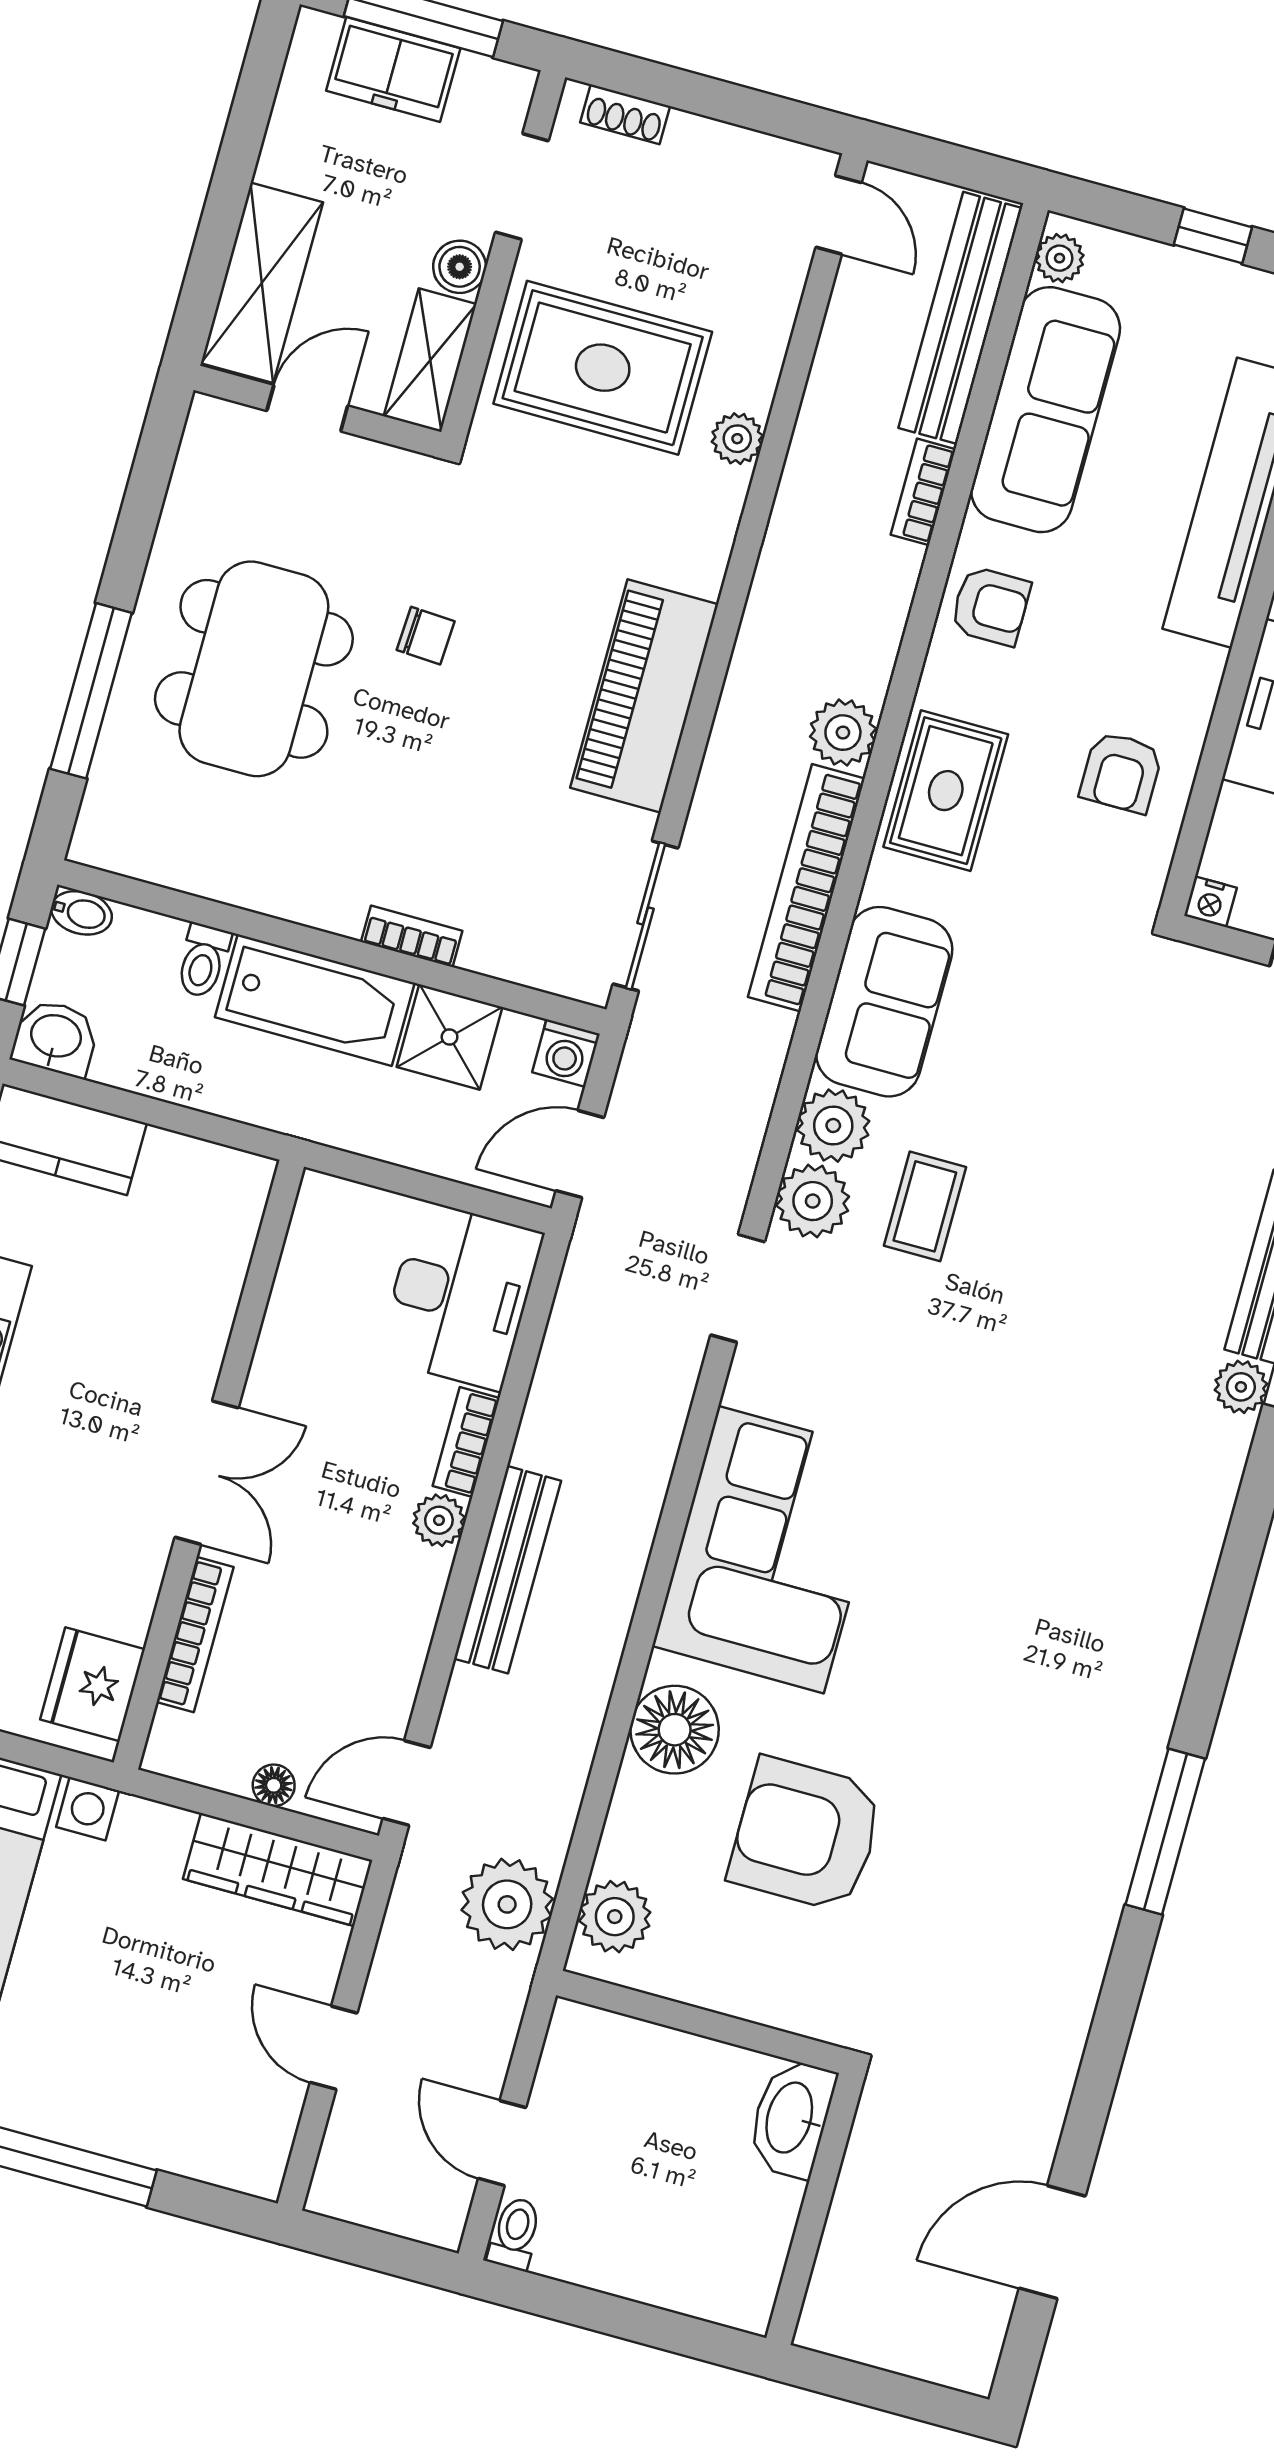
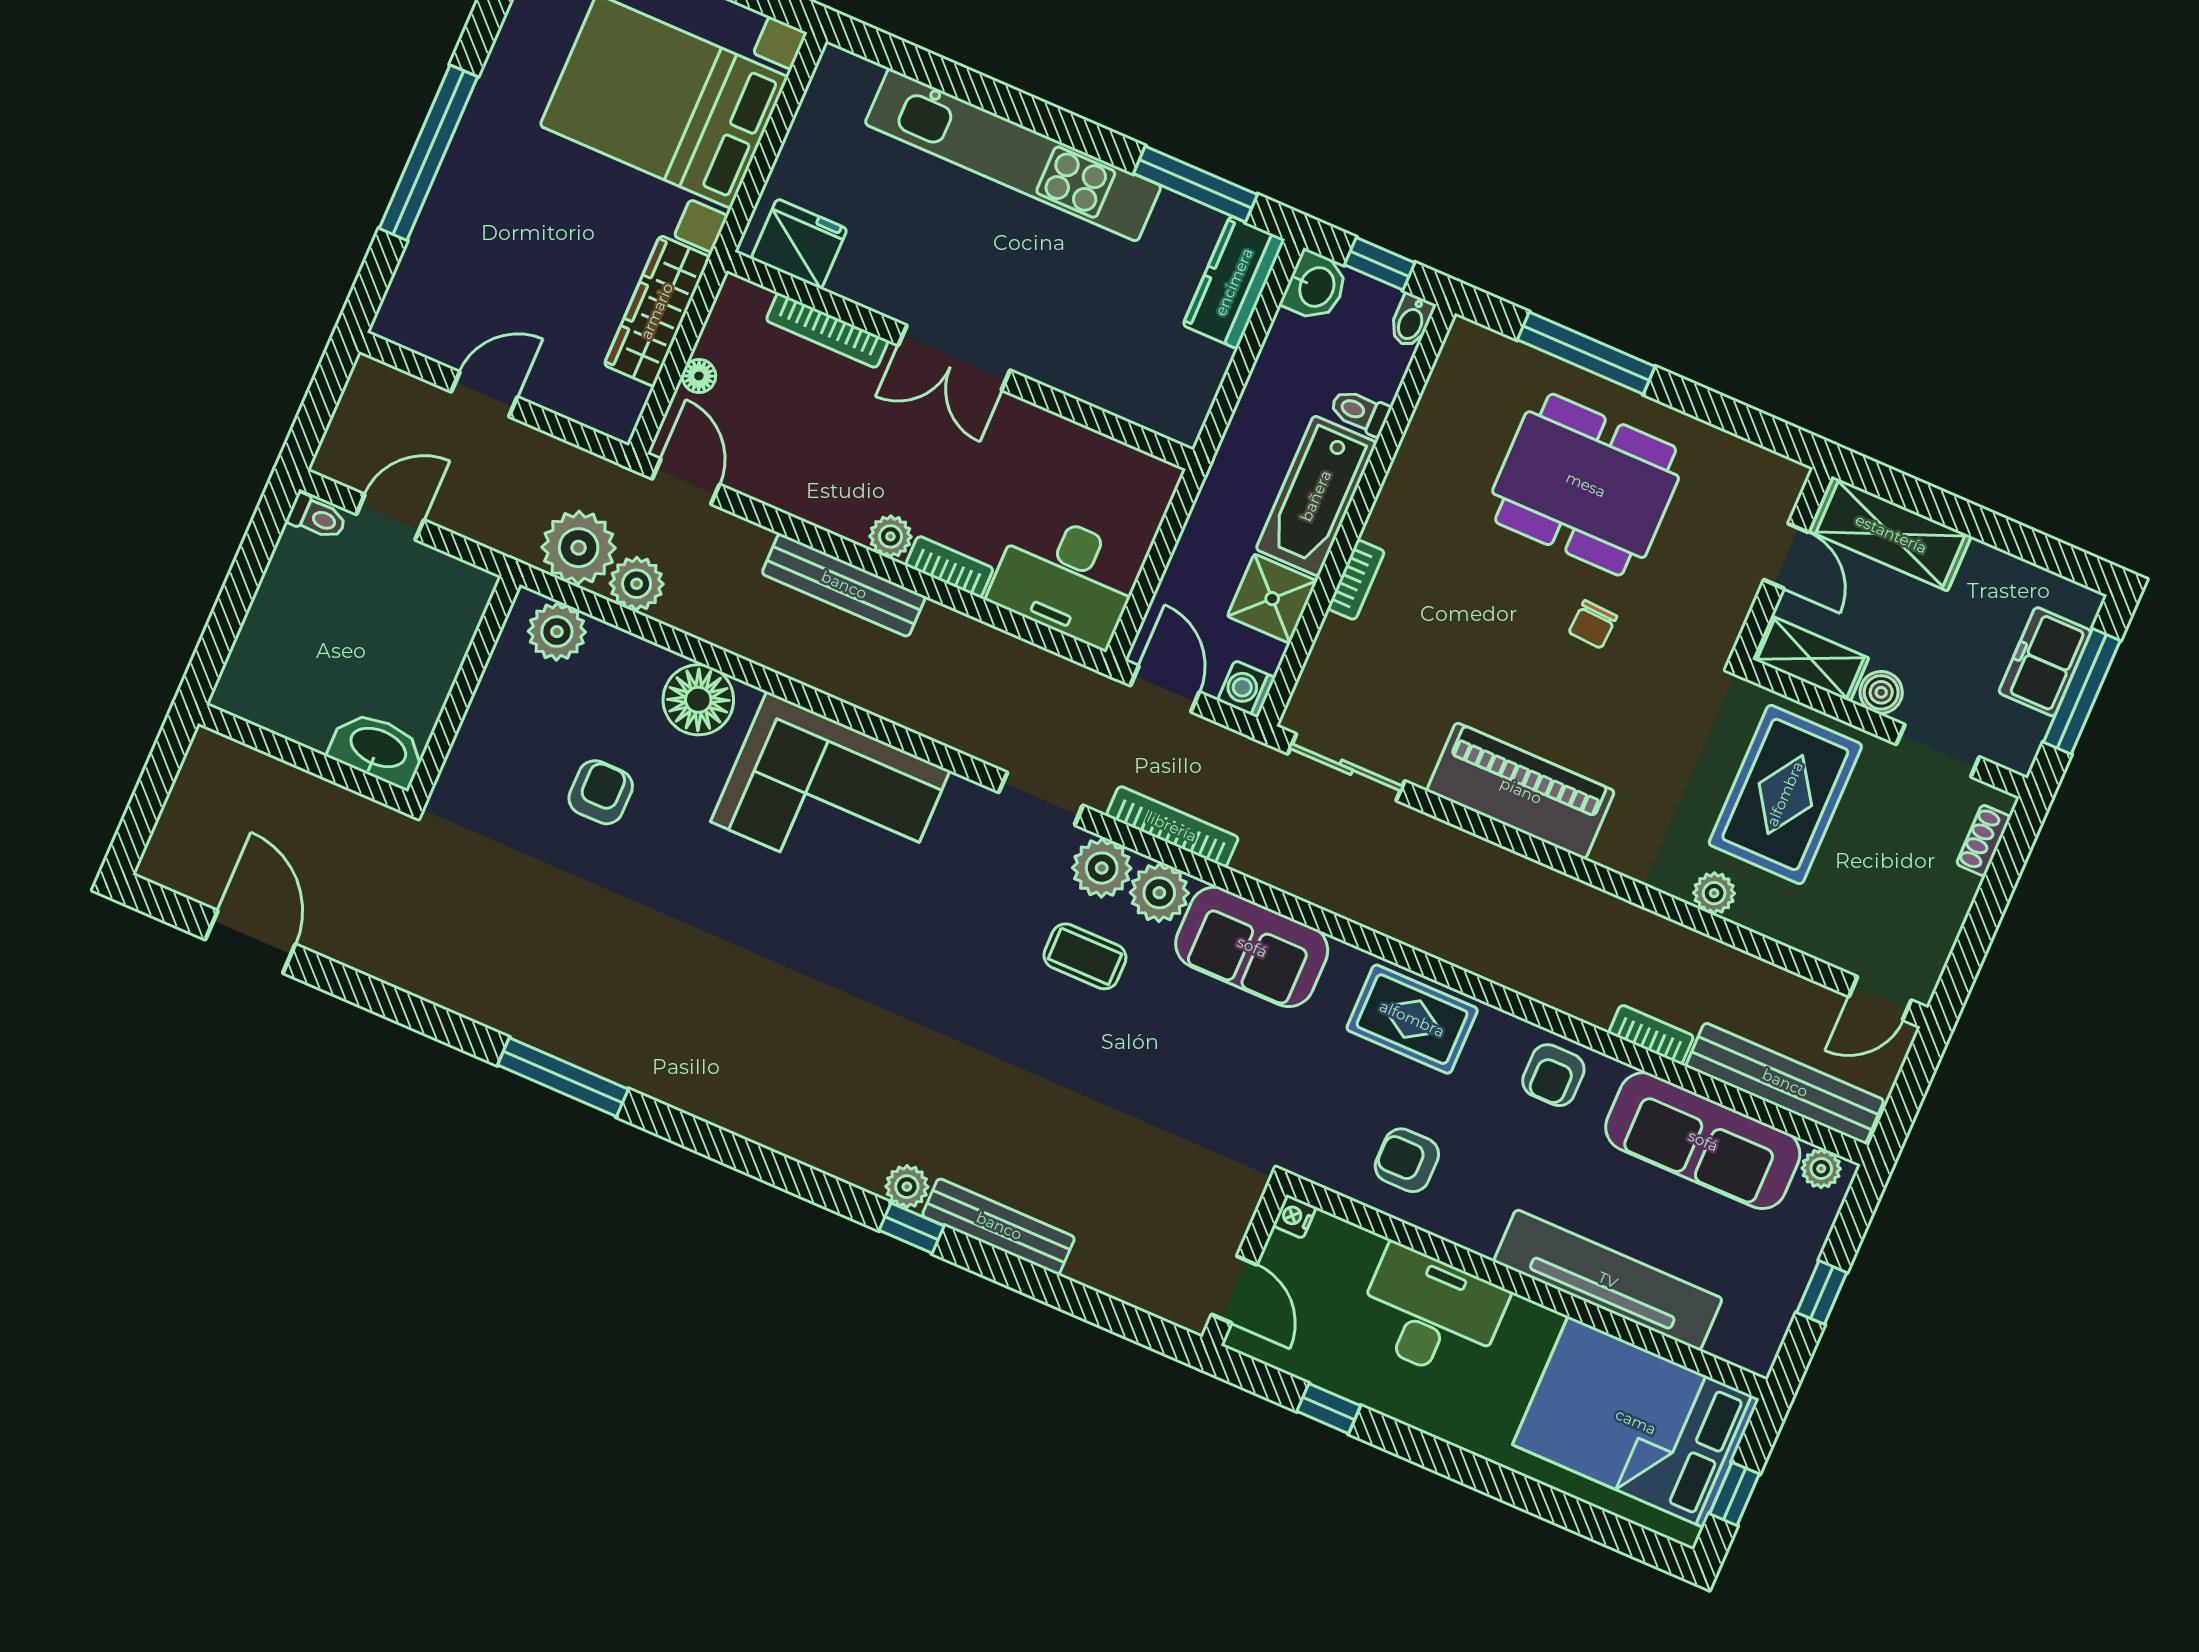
plant: (843, 733) -> (637, 584), moved
bookcase: (806, 888) -> (1172, 827), moved, width x0.68, depth x0.76
armchair: (806, 1834) -> (601, 792), width x0.53, depth x0.53
wardrobe: (278, 1870) -> (657, 311), moved

